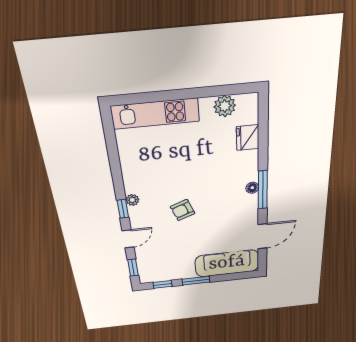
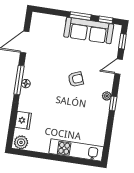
plant: (225, 106) -> (21, 142), moved
window: (123, 209) -> (113, 103), moved
sofa: (227, 263) -> (89, 30), moved

